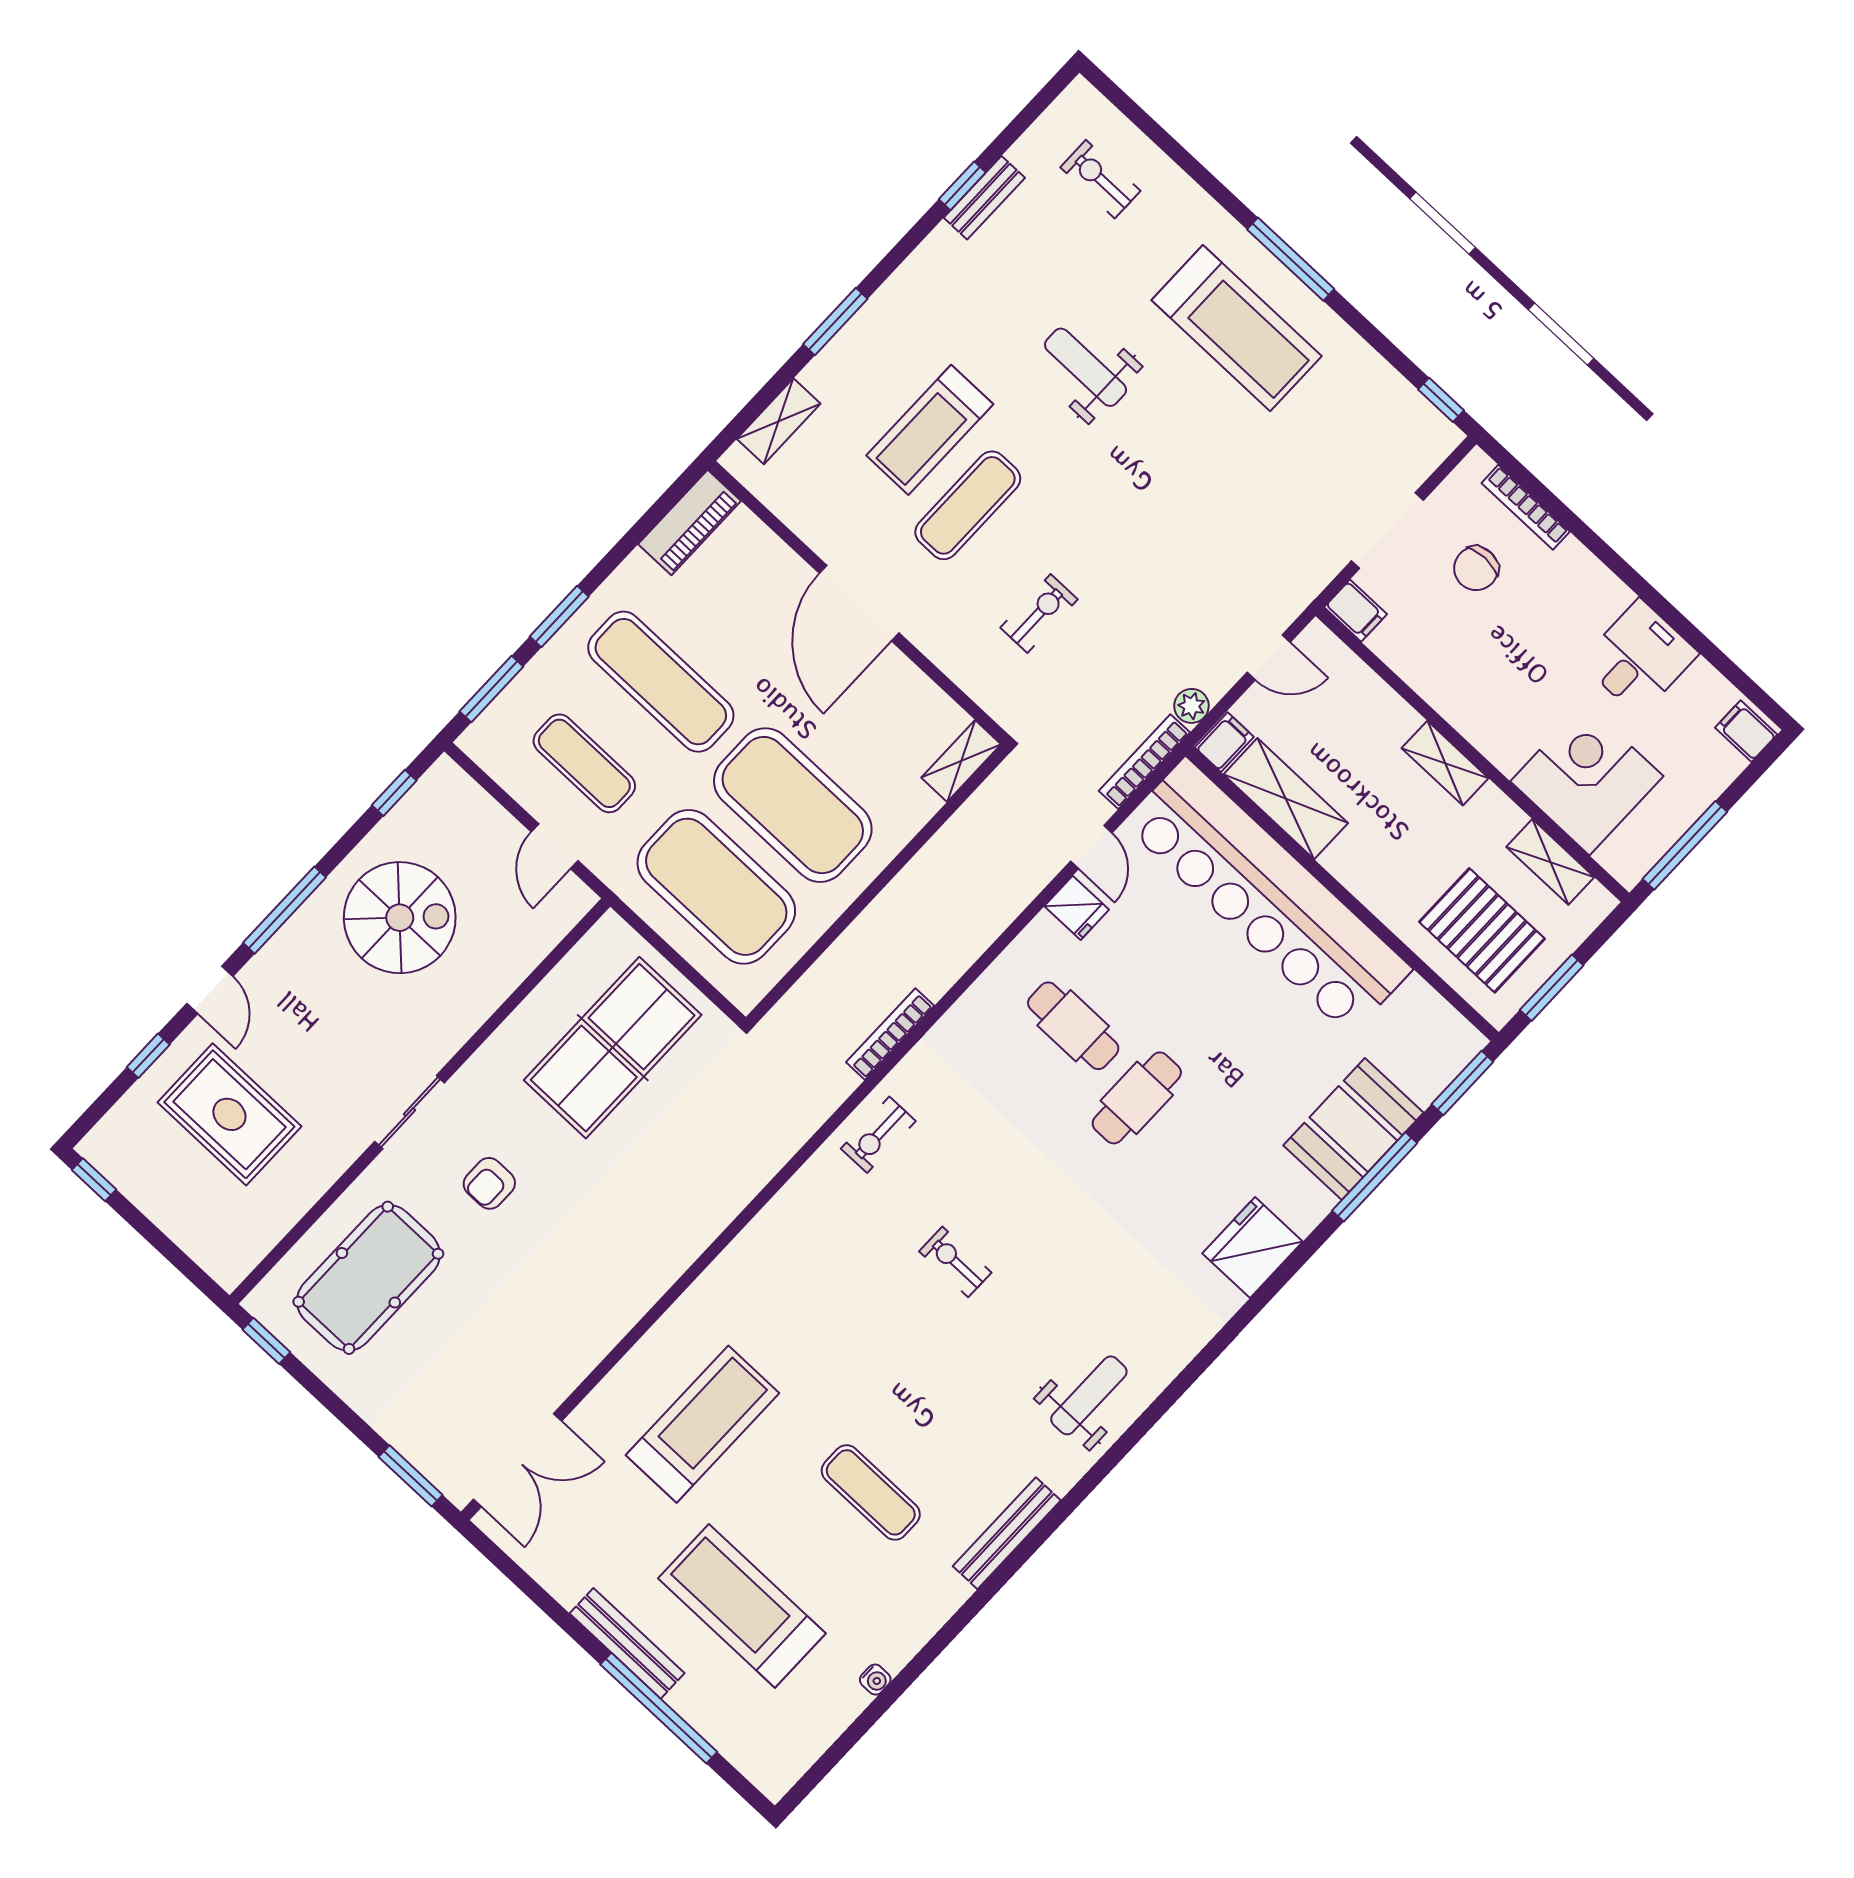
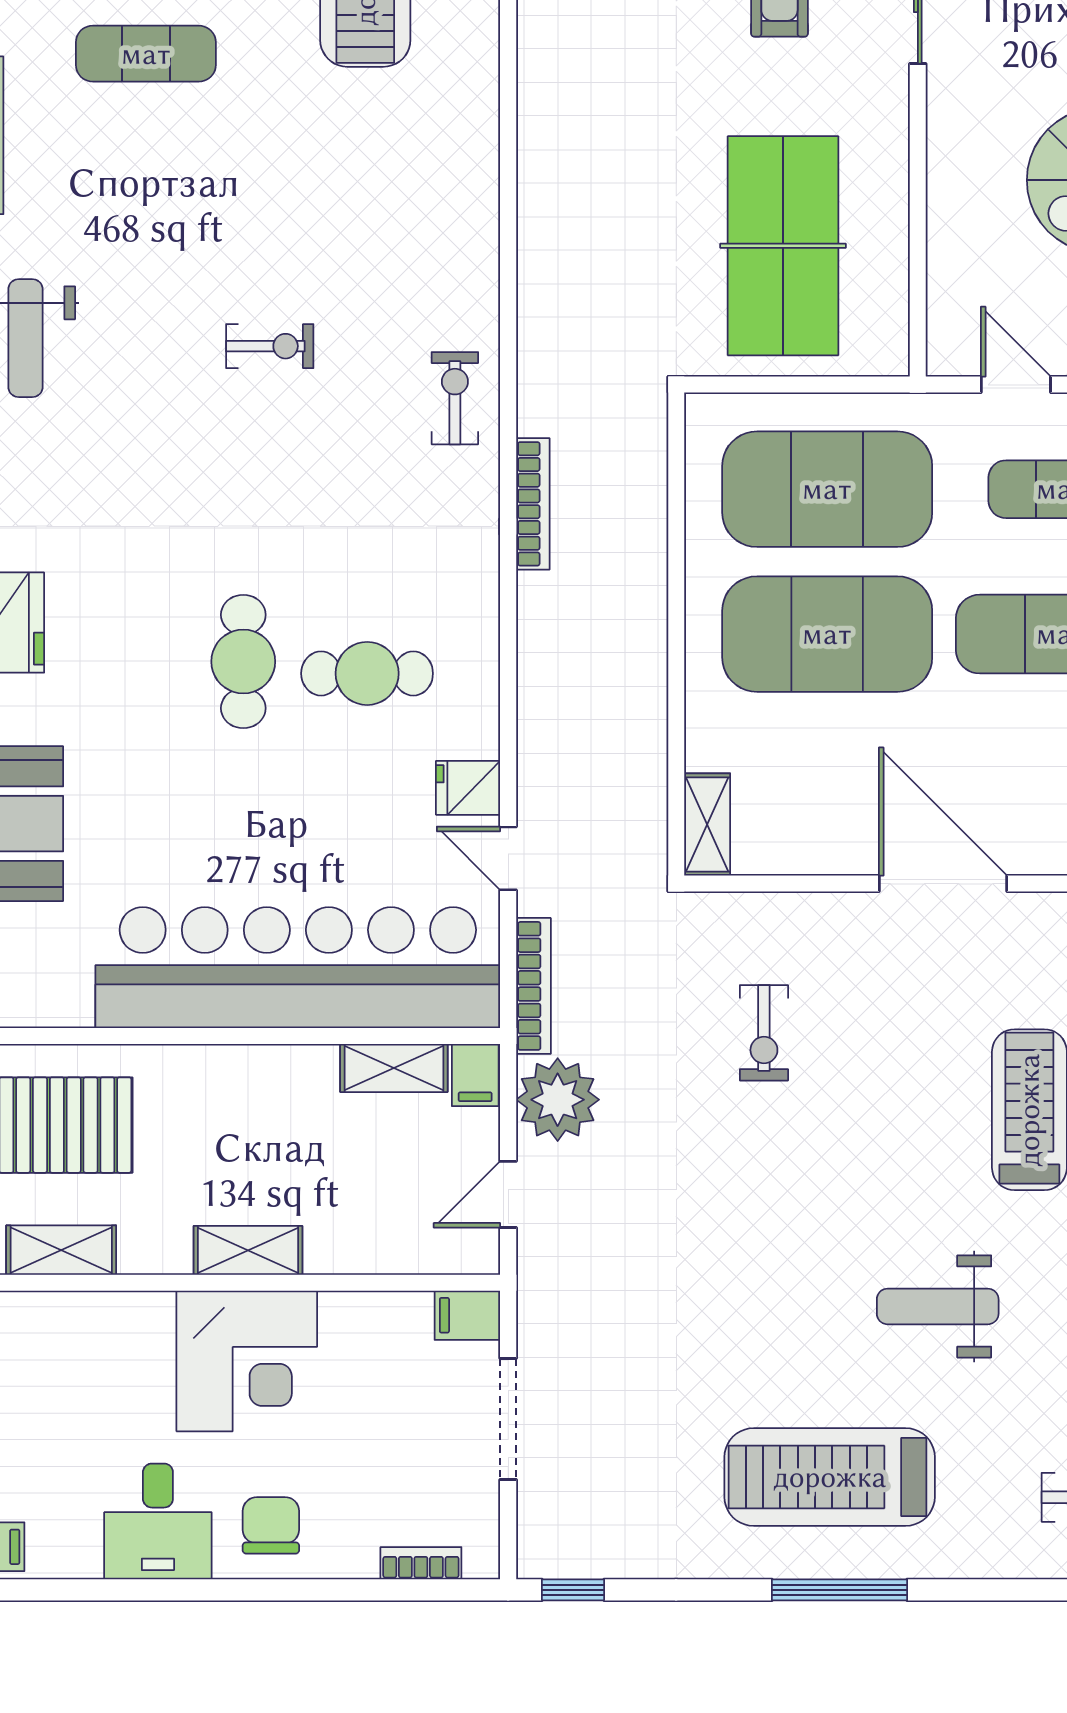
weight bench: (1086, 367) -> (938, 1306), turned 180
exercise mat: (968, 505) -> (927, 1072), removed
bookcase: (1526, 507) -> (421, 1563), width x0.64
chair: (1476, 568) -> (271, 1525), moved
plant: (1191, 706) -> (558, 1100), width x1.88, depth x1.88
corner desk: (1587, 779) -> (247, 1361), moved
shelving: (1286, 799) -> (394, 1068), width x0.67, depth x0.75

